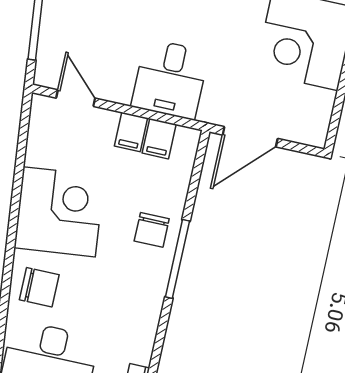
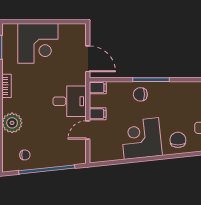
door: (76, 98) -> (88, 130), moved
filing cabinet: (159, 139) -> (98, 88), moved
chair: (152, 230) -> (140, 94), turned 180

